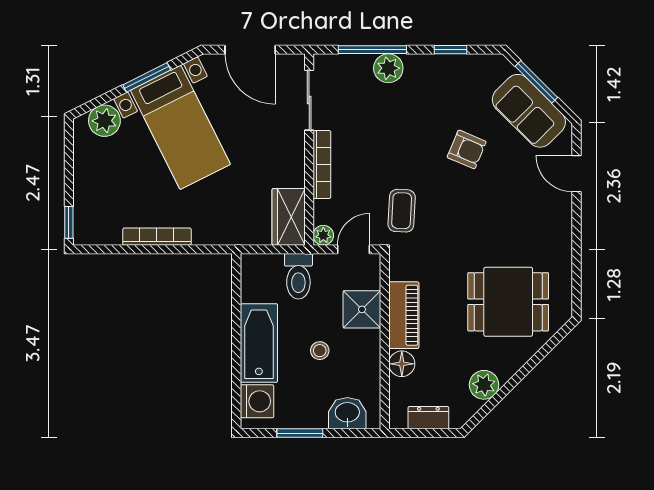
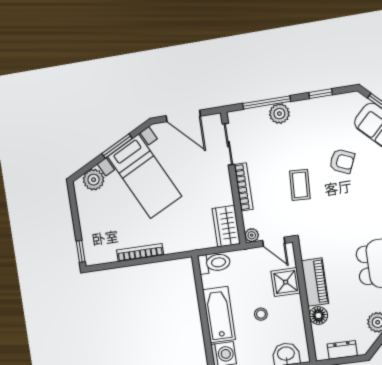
coffee table: (402, 211) -> (300, 185), moved
door: (353, 249) -> (274, 242), swing flipped
toilet: (298, 276) -> (214, 263), moved, turned -90

